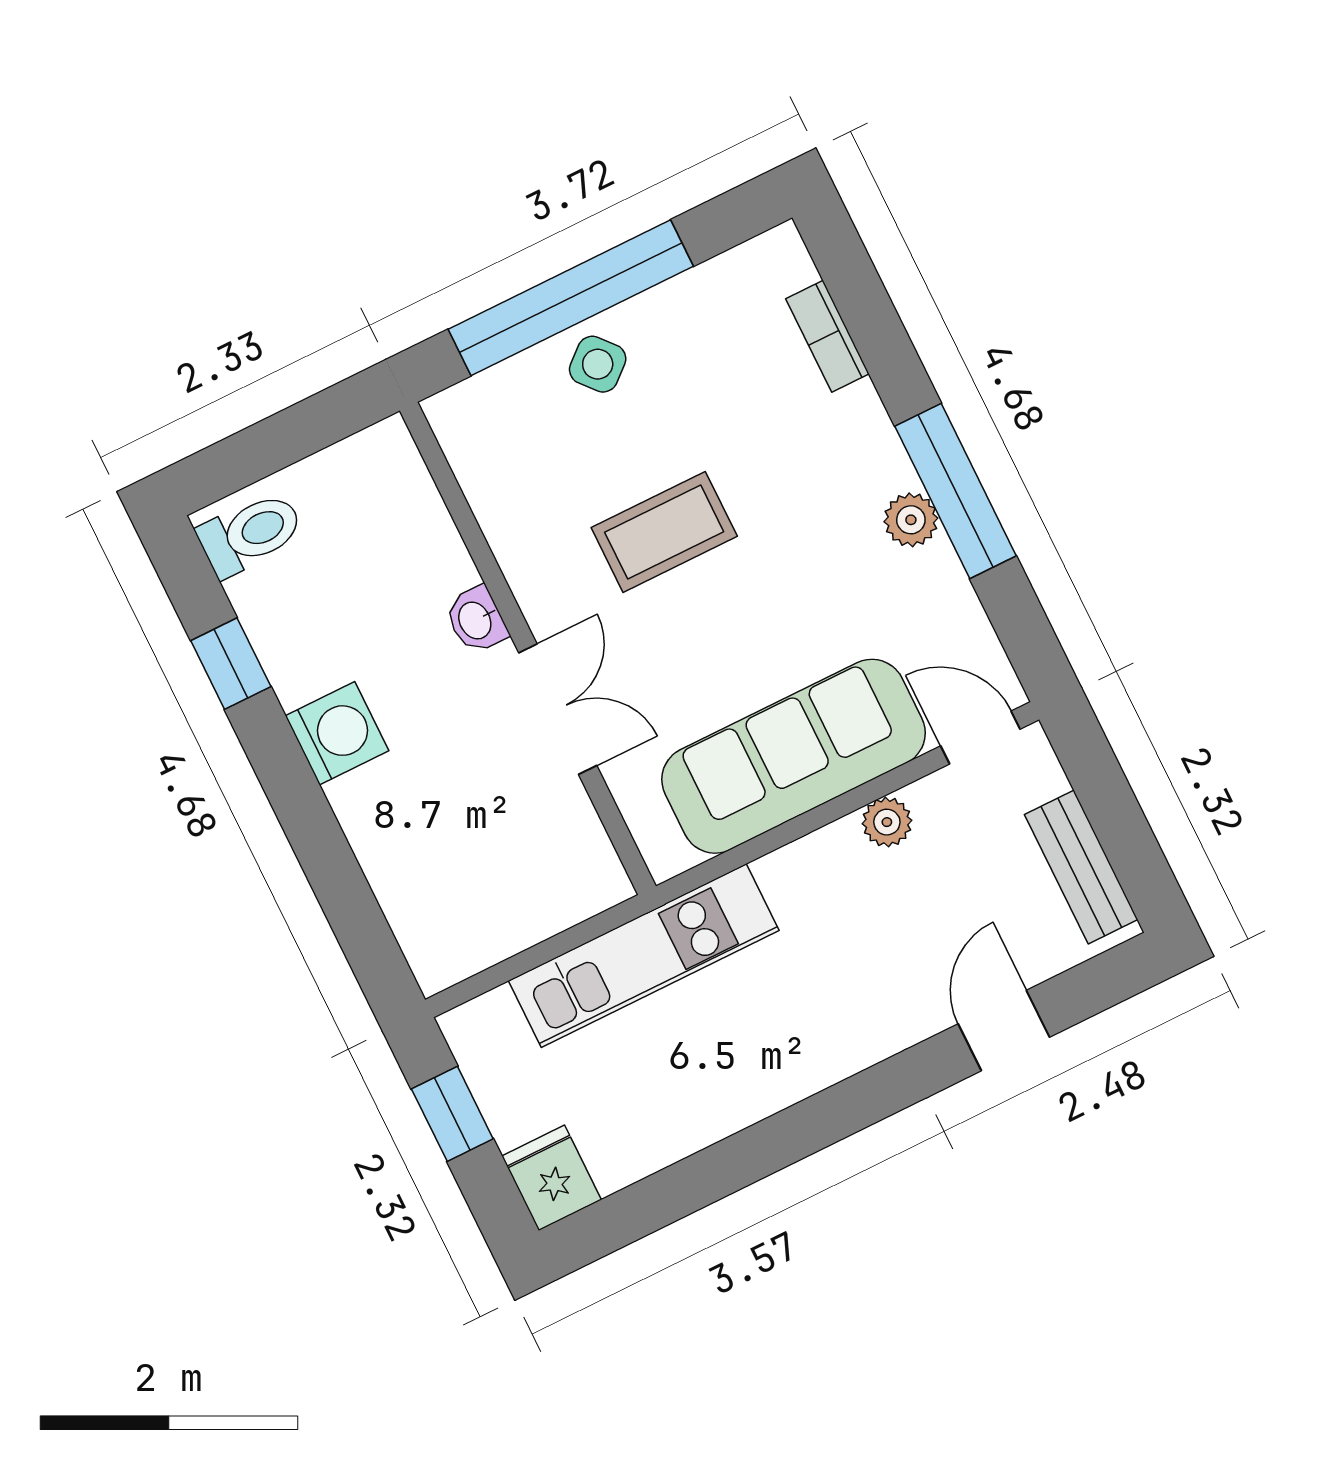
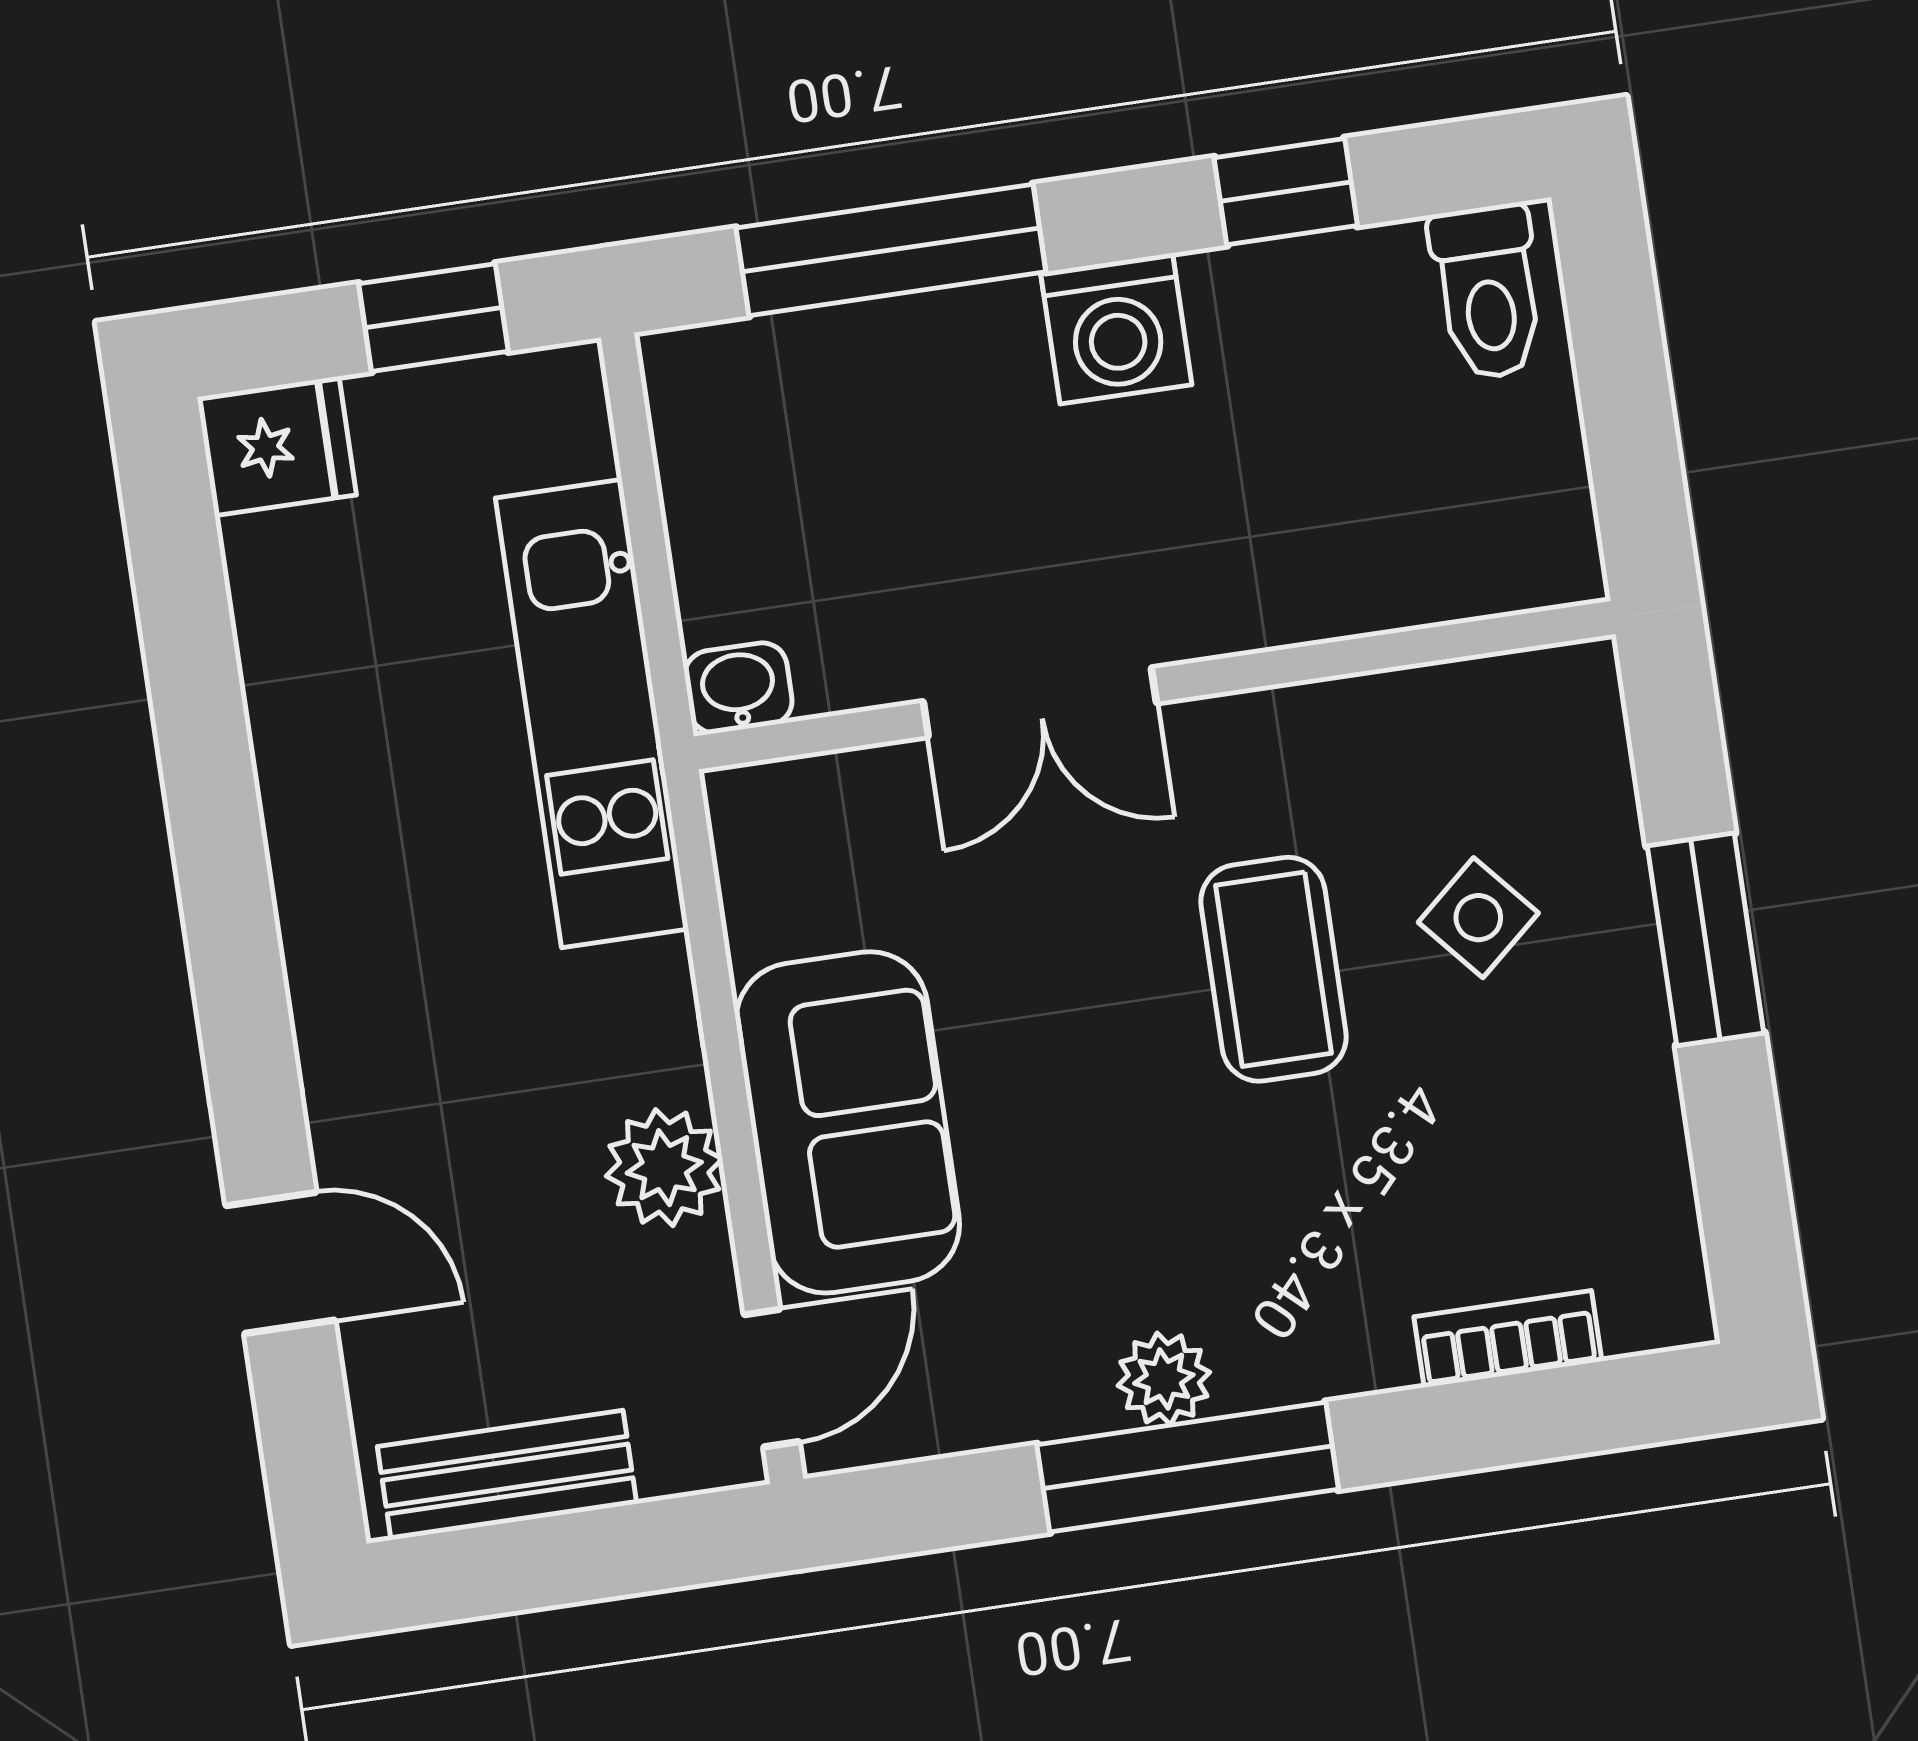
window: (571, 298) -> (1705, 939), width x0.47
side table: (598, 364) -> (1478, 918), moved
washbasin: (476, 620) -> (738, 688), moved
sofa: (794, 756) -> (848, 1122), width x0.73
plant: (887, 822) -> (664, 1168), width x1.38, depth x1.38
window: (333, 872) -> (891, 250), added

